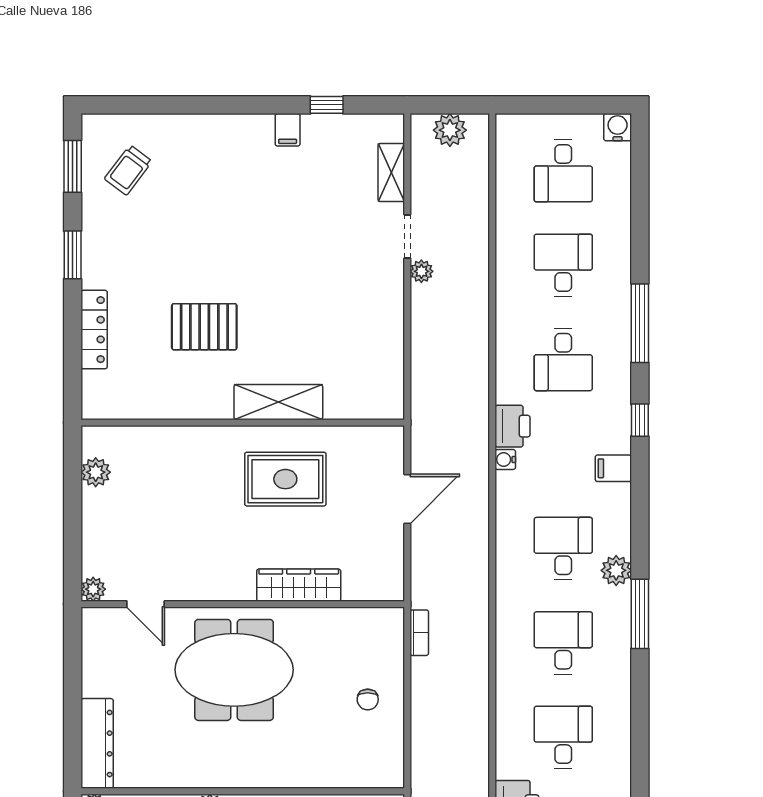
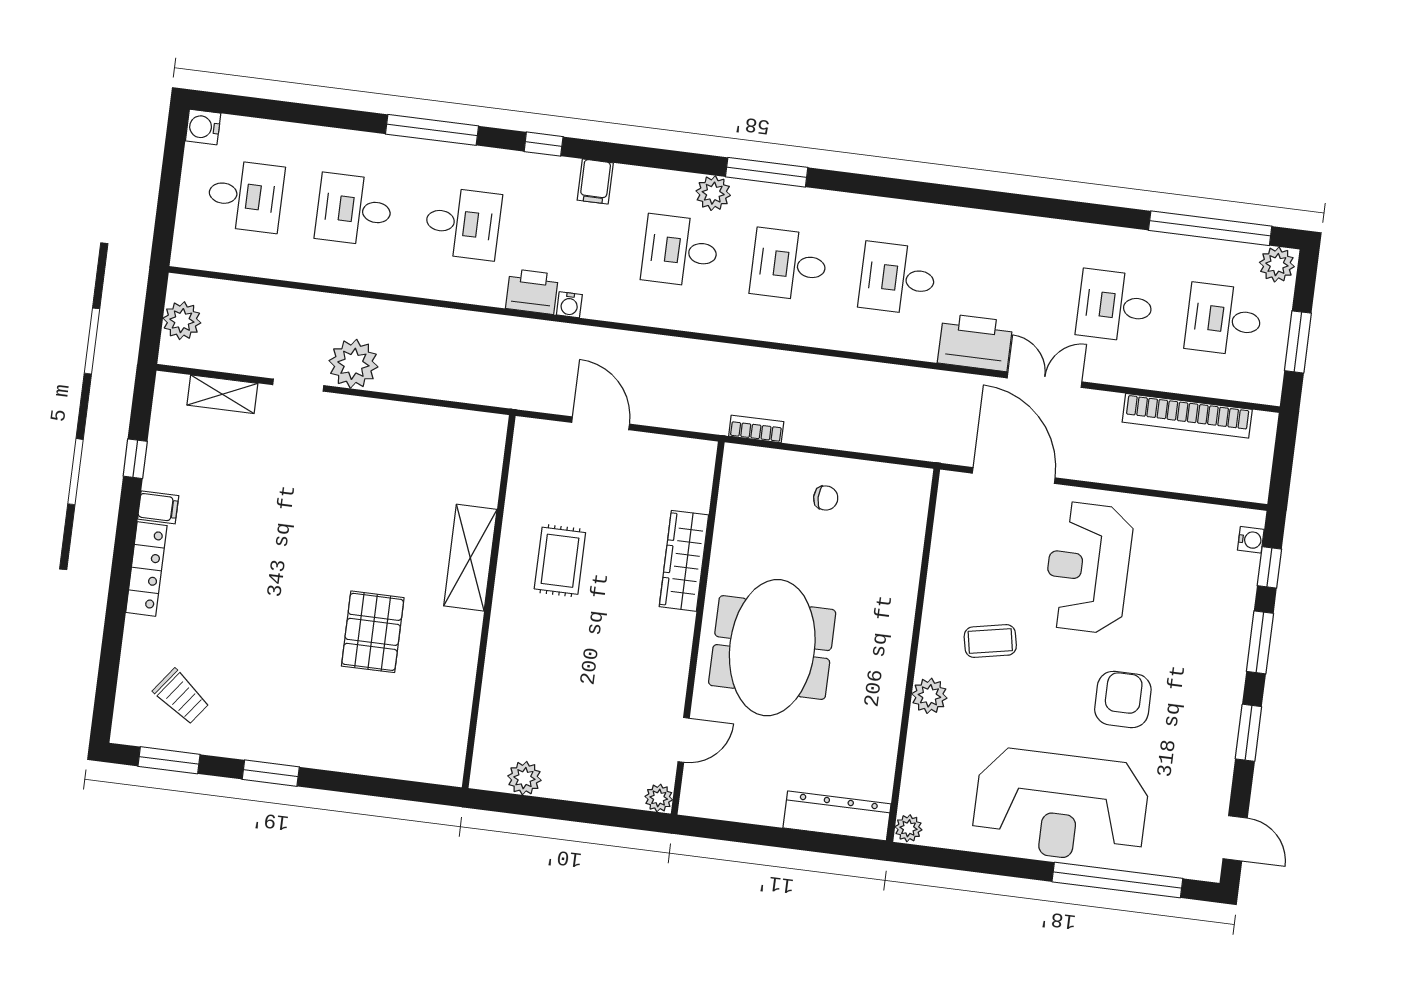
plant: (421, 271) -> (353, 364), width x1.87, depth x1.87
locker: (94, 330) -> (146, 569), moved, turned 90
rug: (285, 479) -> (560, 561), width x0.73, depth x0.70

